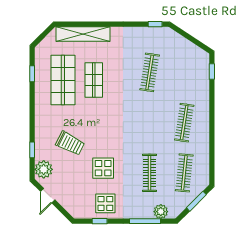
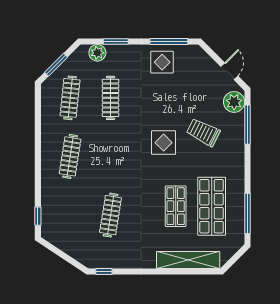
window: (32, 74) -> (247, 214), width x2.17
window: (32, 150) -> (247, 125), width x2.17
display table: (103, 168) -> (164, 143), moved
window: (100, 221) -> (169, 41), width x2.17
window: (145, 221) -> (116, 41), width x0.69

